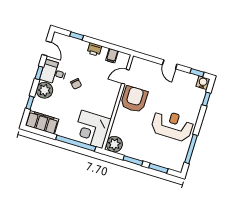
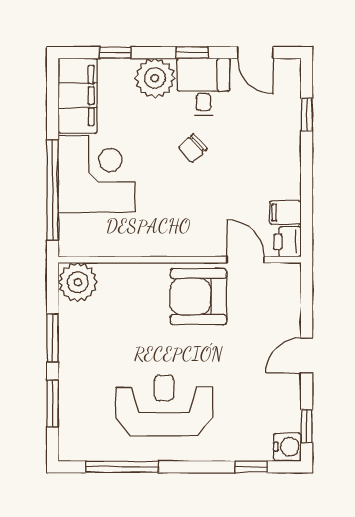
door: (47, 48) -> (256, 53), hinge flipped
printer: (94, 49) -> (287, 242), moved
armchair: (134, 99) -> (198, 296), turned 180
reception desk: (172, 125) -> (164, 405), turned -90
corner desk: (92, 129) -> (97, 174), moved, turned 90

